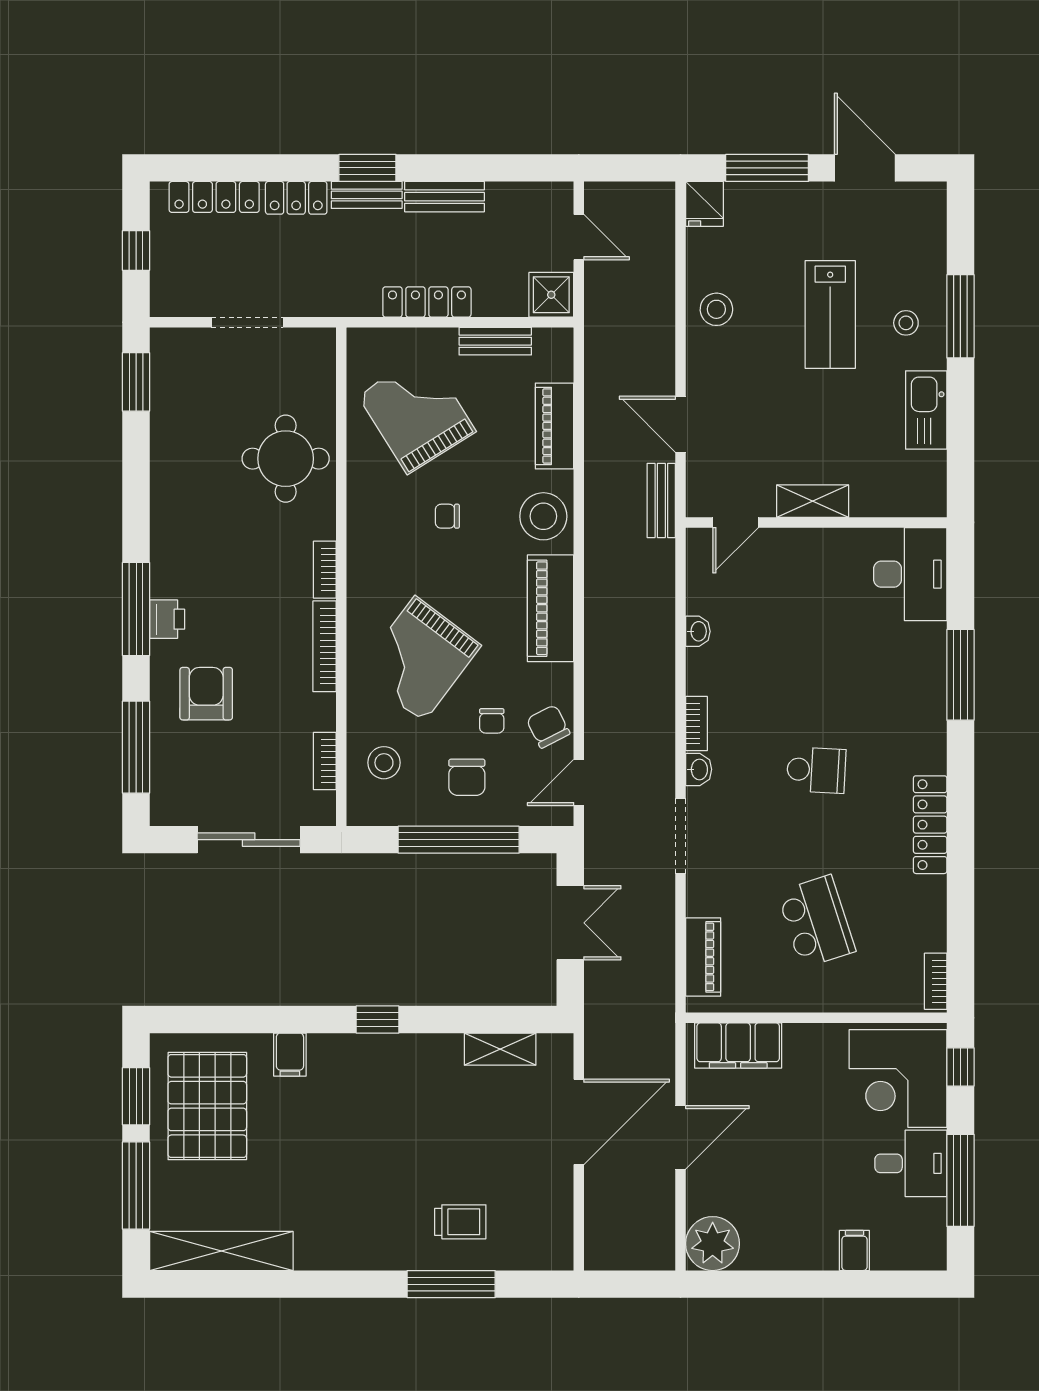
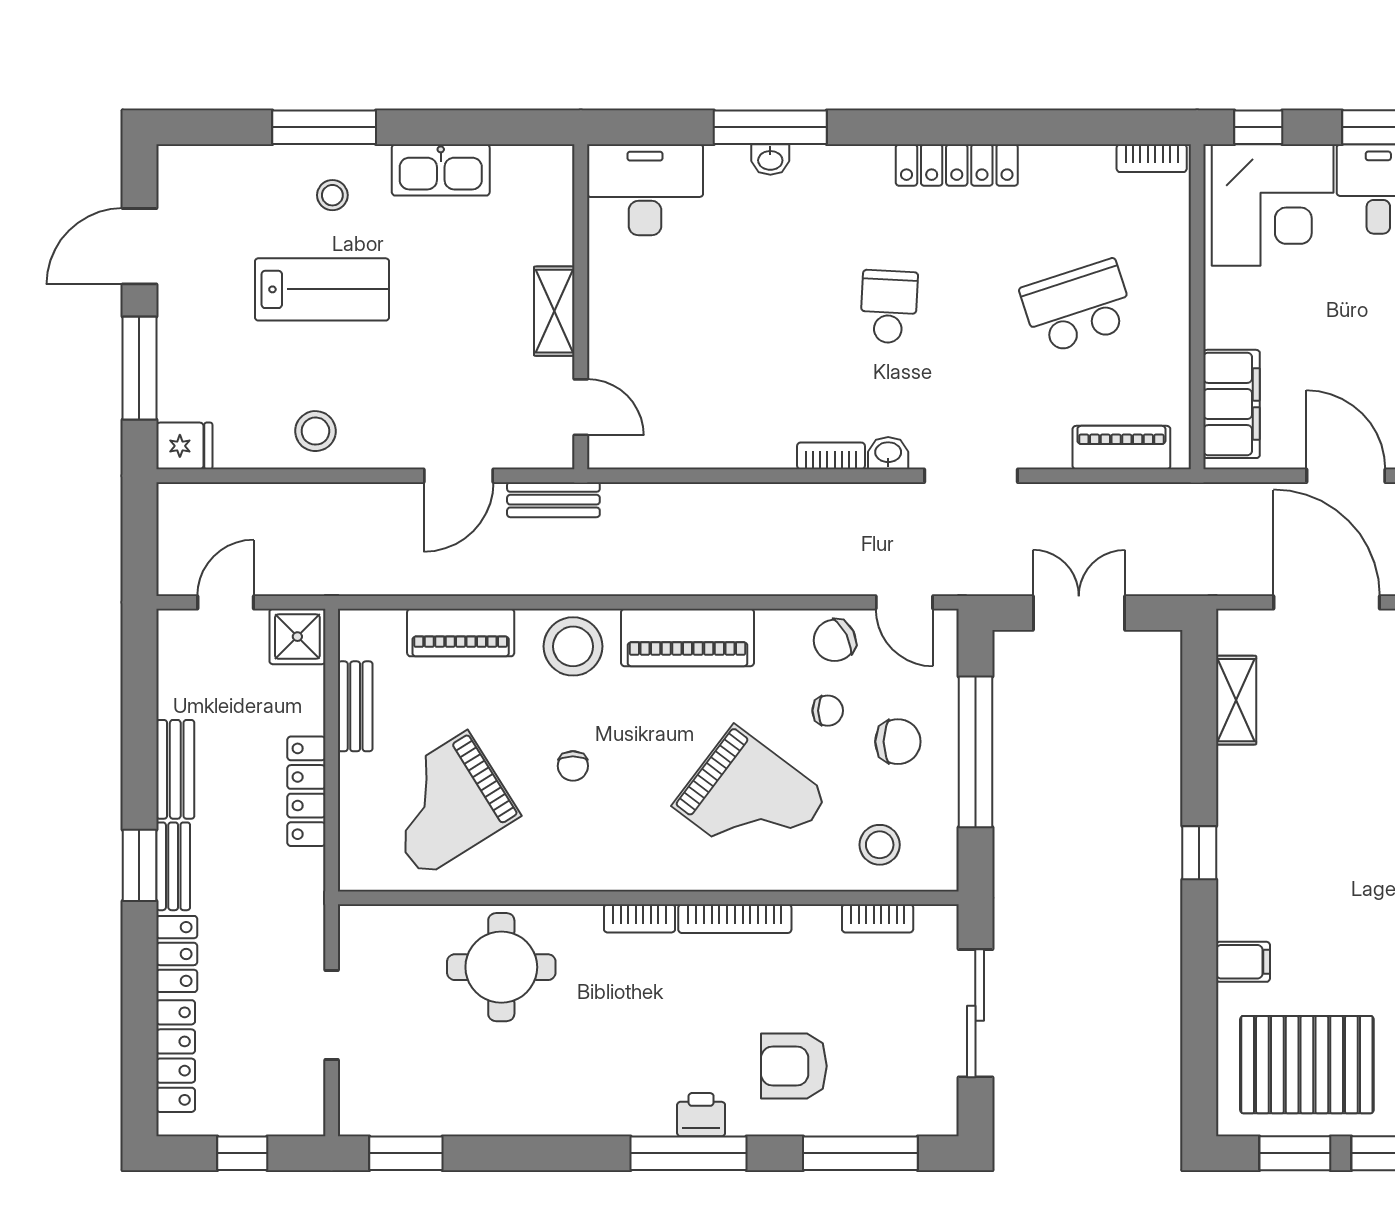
washbasin: (698, 631) -> (770, 160), moved, turned 180

